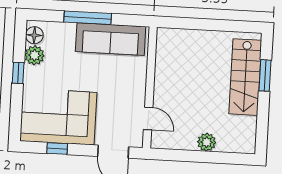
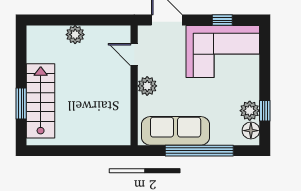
window: (88, 18) -> (199, 151), width x1.46
window: (18, 73) -> (265, 111), moved
plant: (137, 86) -> (147, 86), added

